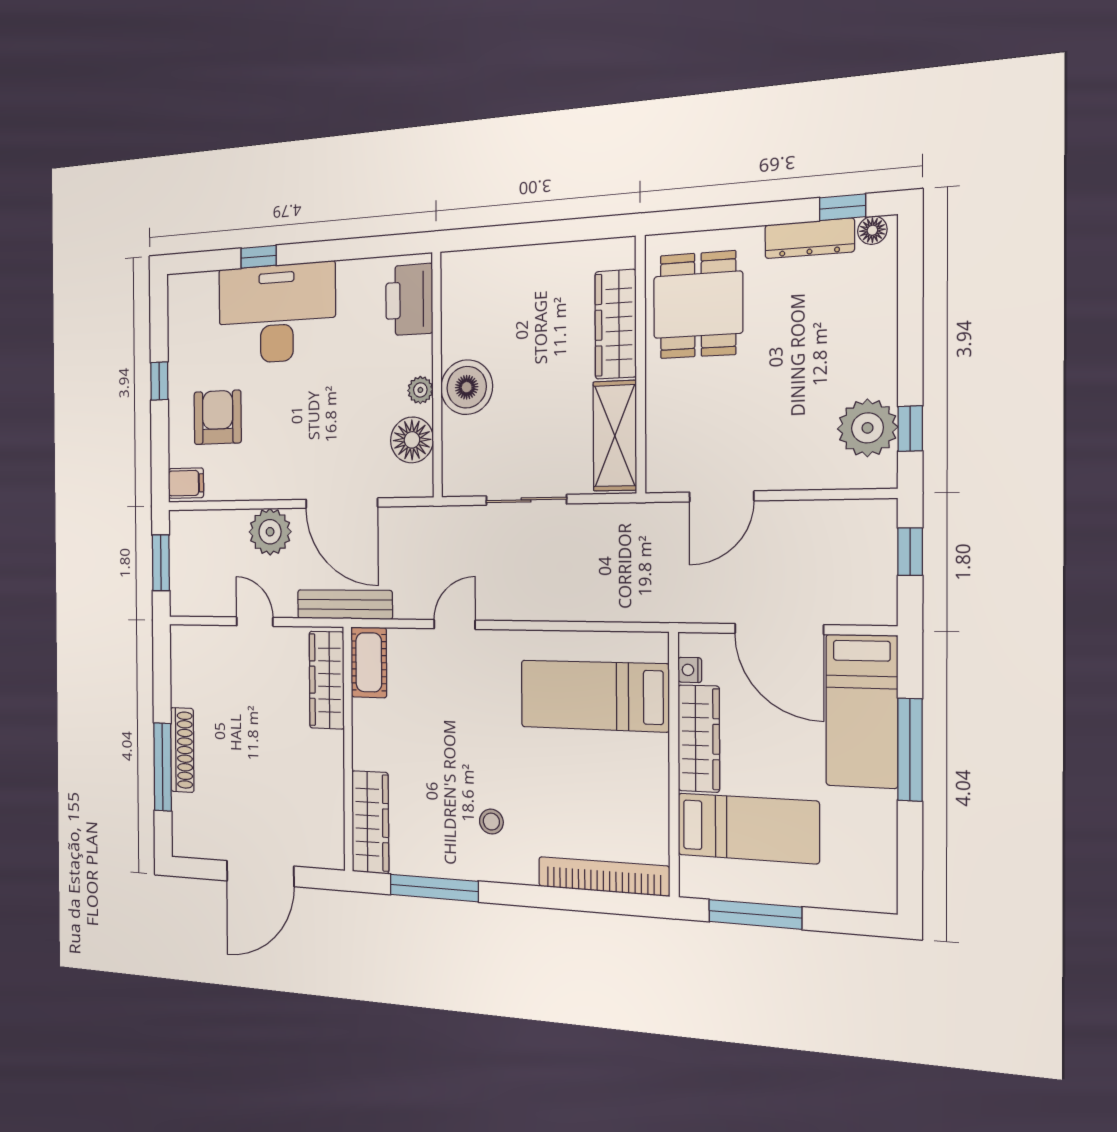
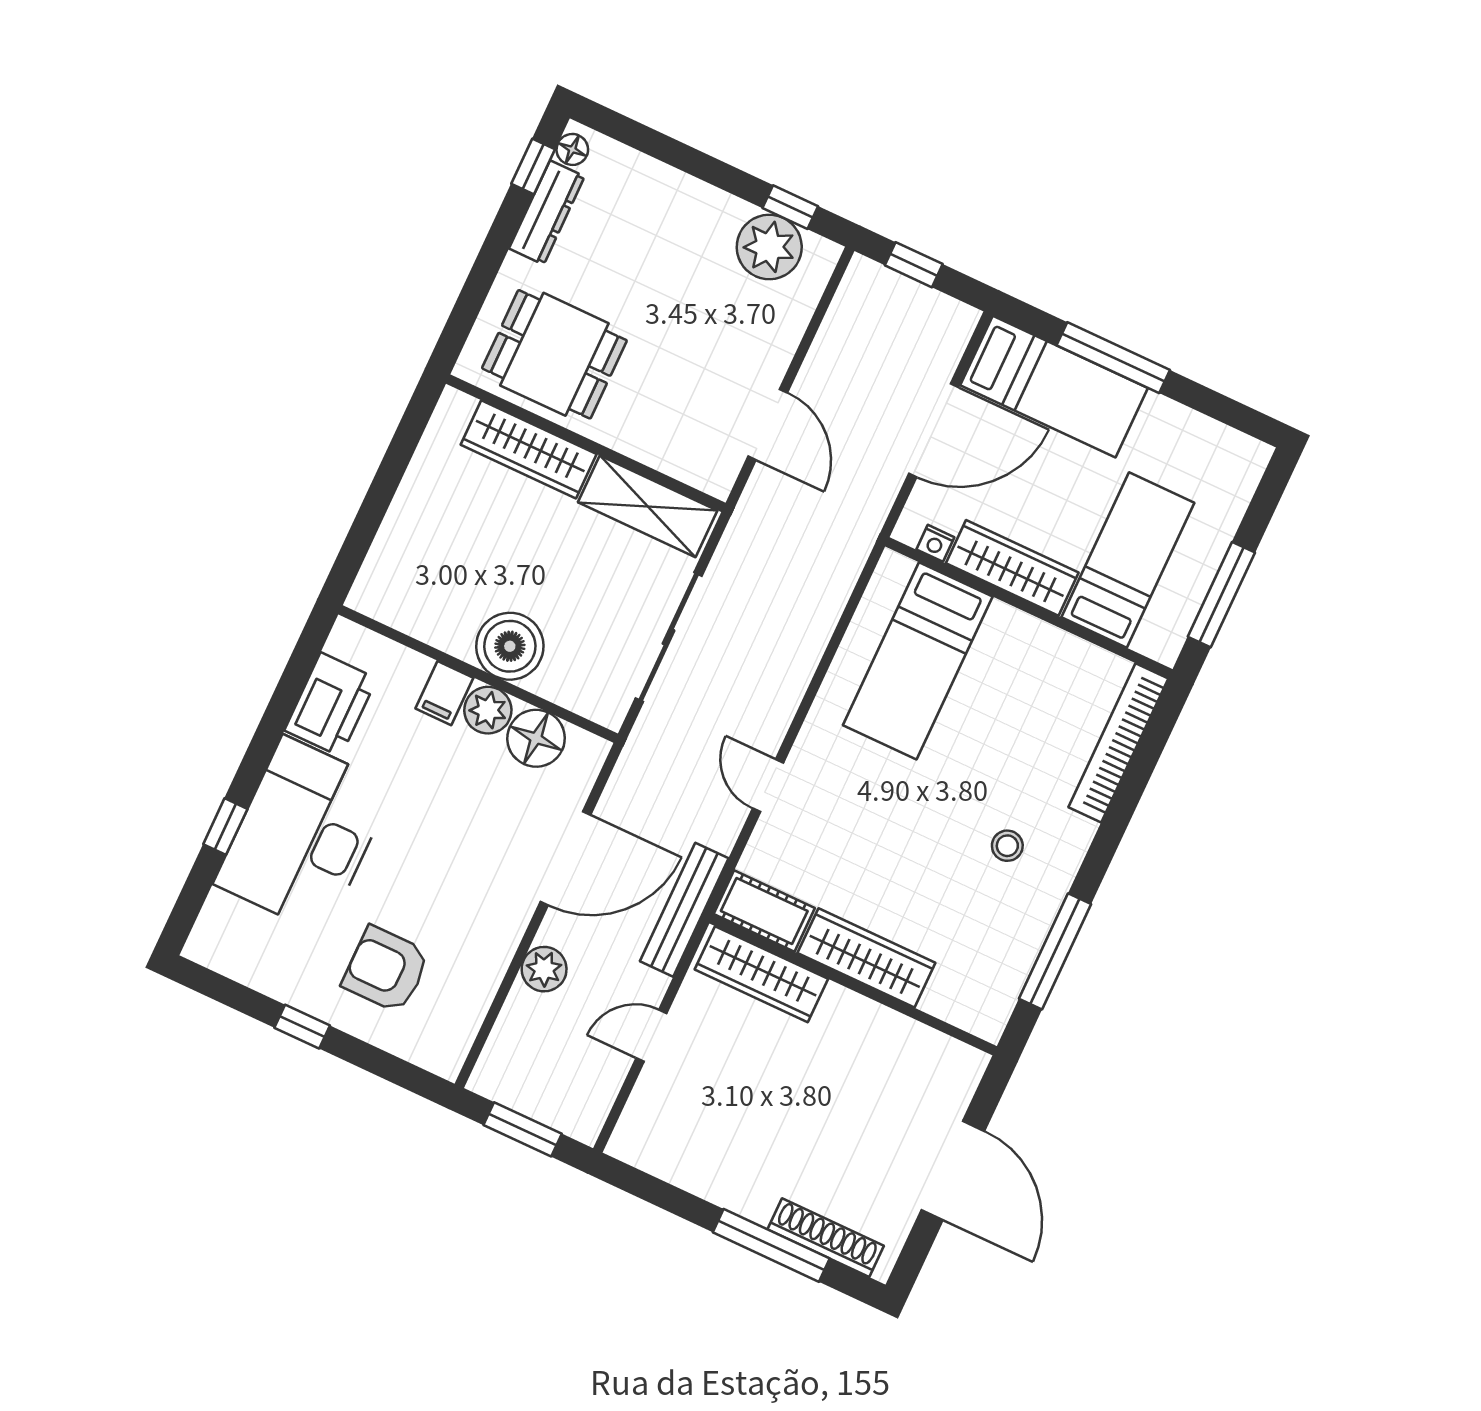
printer: (409, 300) -> (331, 704), moved, turned -90
plant: (420, 390) -> (488, 710), width x1.38, depth x1.38
filing cabinet: (186, 483) -> (444, 693), moved, turned 180
sliding door: (526, 500) -> (669, 637), width x1.37
plant: (270, 532) -> (544, 969), width x0.73, depth x0.73
shoe rack: (182, 750) -> (826, 1238), moved
wardrobe: (370, 822) -> (866, 958), moved

